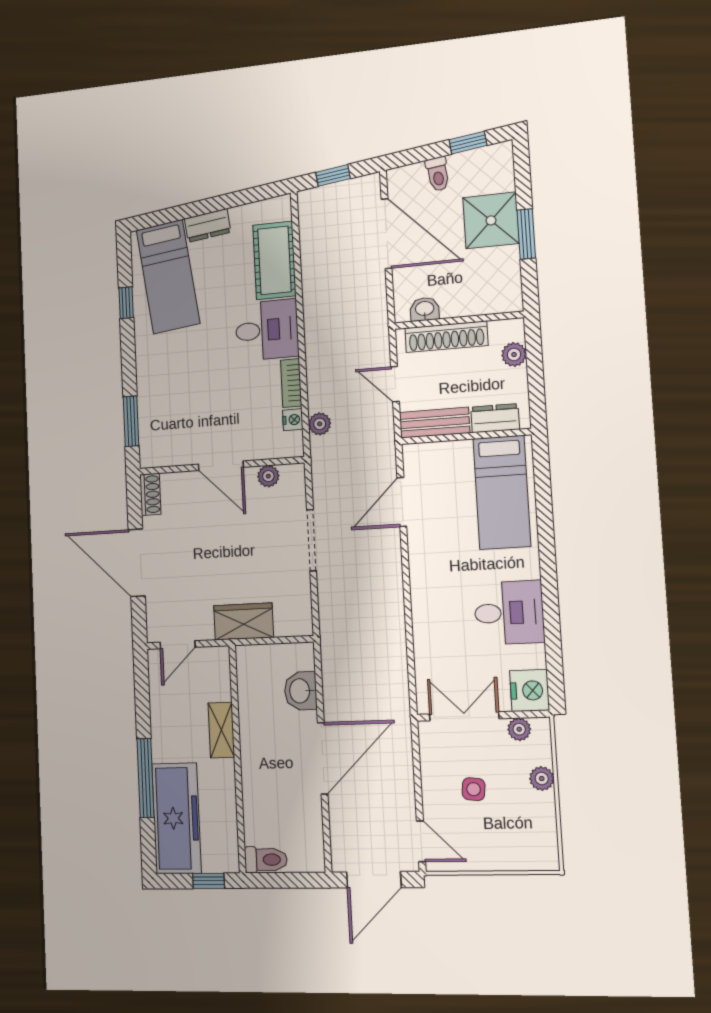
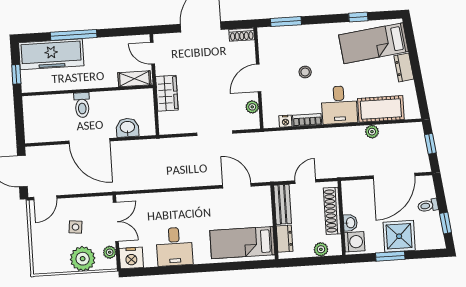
washing machine: (501, 297) -> (355, 242), added
washbasin: (425, 309) -> (350, 223), moved
stool: (212, 388) -> (305, 72), added
plant: (320, 424) -> (372, 132), moved
shelving: (221, 730) -> (134, 79), moved
plant: (542, 778) -> (83, 259), width x1.88, depth x1.88
toilet: (266, 860) -> (82, 105), moved

